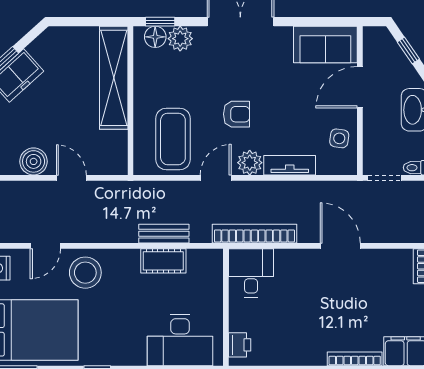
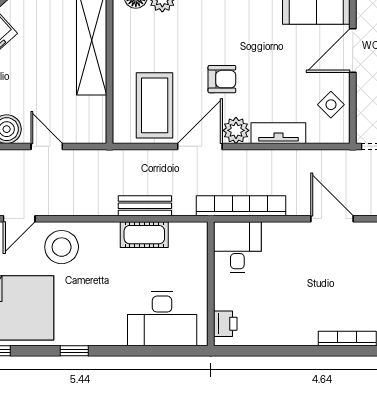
side table: (339, 138) -> (331, 105), turned 37
door: (216, 178) -> (200, 146), width x1.38

